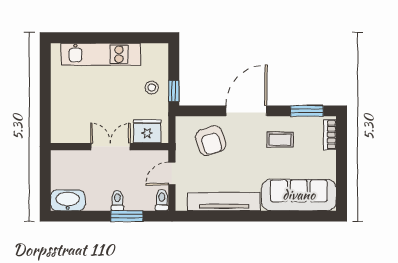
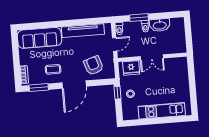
washbasin: (68, 200) -> (160, 25), moved

